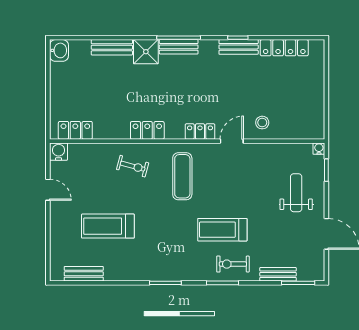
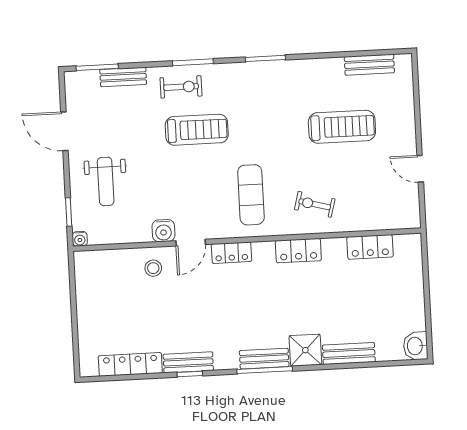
locker: (75, 130) -> (370, 247), moved
water cooler: (59, 152) -> (163, 231), moved

